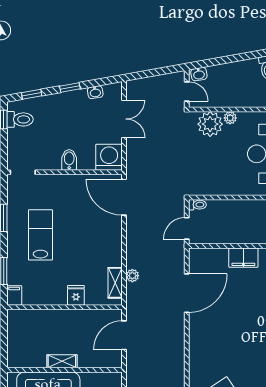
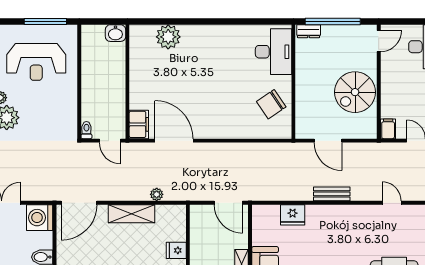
filing cabinet: (243, 258) -> (139, 124), moved
shelving: (115, 283) -> (131, 214), moved, width x1.50, depth x1.33
door: (124, 335) -> (228, 203), moved

